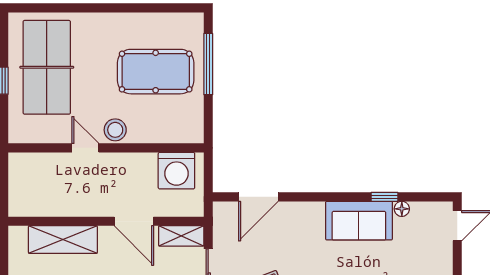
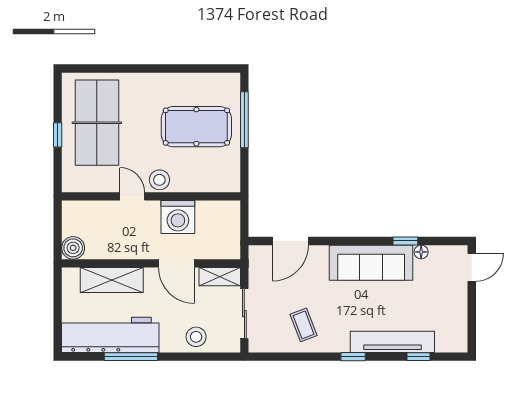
washing machine: (176, 171) -> (178, 217), moved
boiler: (21, 204) -> (73, 248), added
sofa: (359, 221) -> (371, 263), width x1.36

